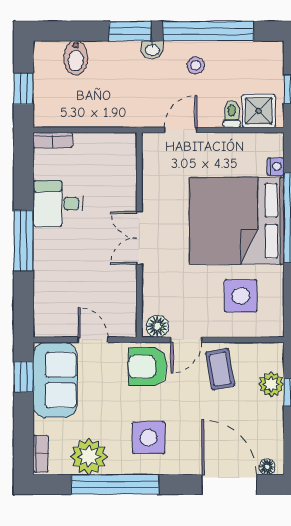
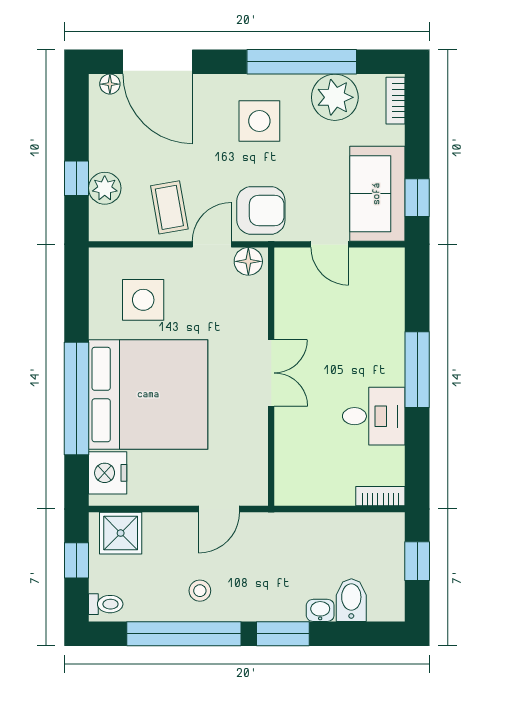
washbasin: (153, 50) -> (320, 610), moved
toilet: (232, 114) -> (106, 604), moved, turned -90
nightstand: (276, 166) -> (108, 473), width x1.89, depth x1.79

